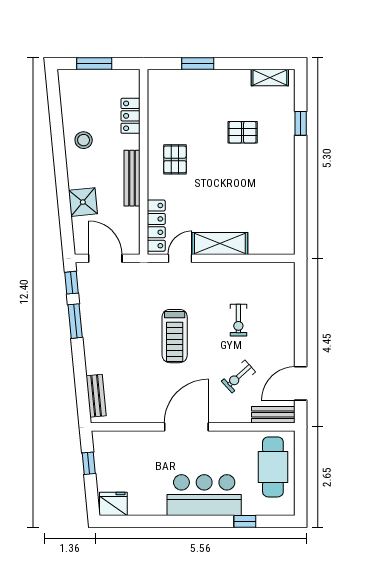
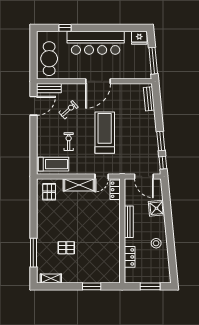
window: (301, 123) -> (33, 253), width x2.17
pallet: (175, 159) -> (49, 192), moved
locker: (156, 226) -> (115, 190), width x0.66
treadmill: (265, 280) -> (53, 164), added
treadmill: (175, 336) -> (105, 133), width x1.37, depth x1.38
window: (89, 463) -> (153, 61), width x2.17
bar counter: (204, 495) -> (96, 43), width x1.36

